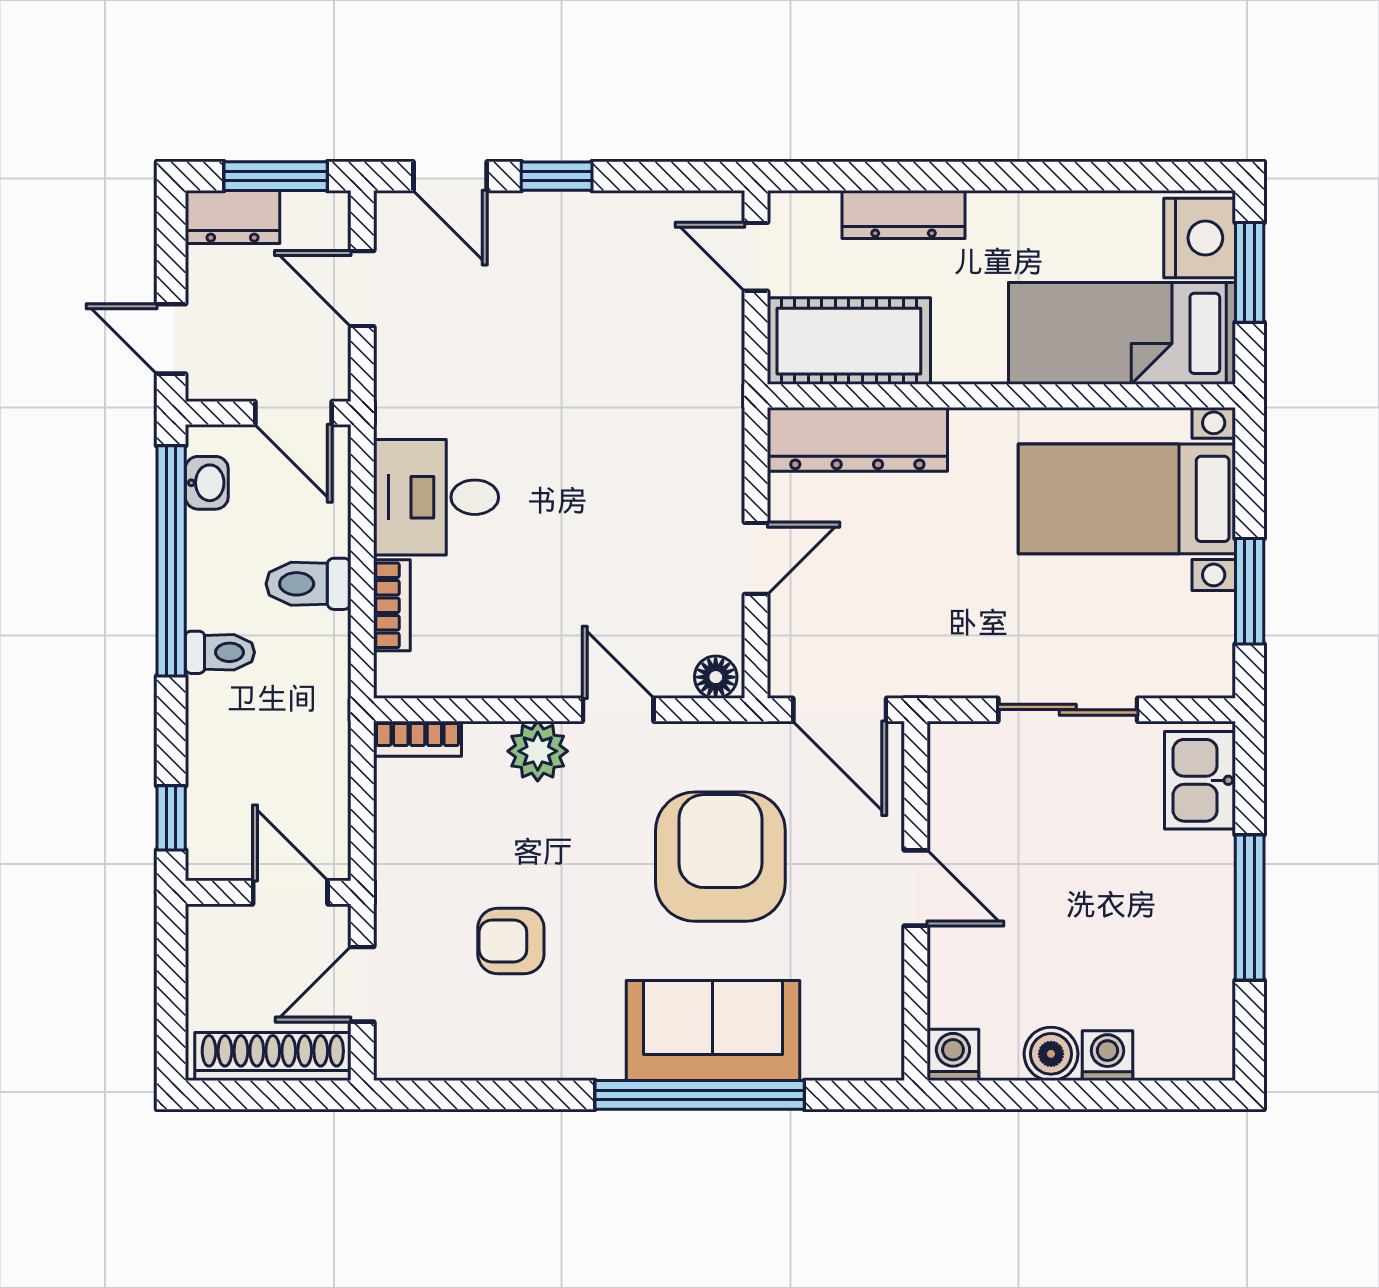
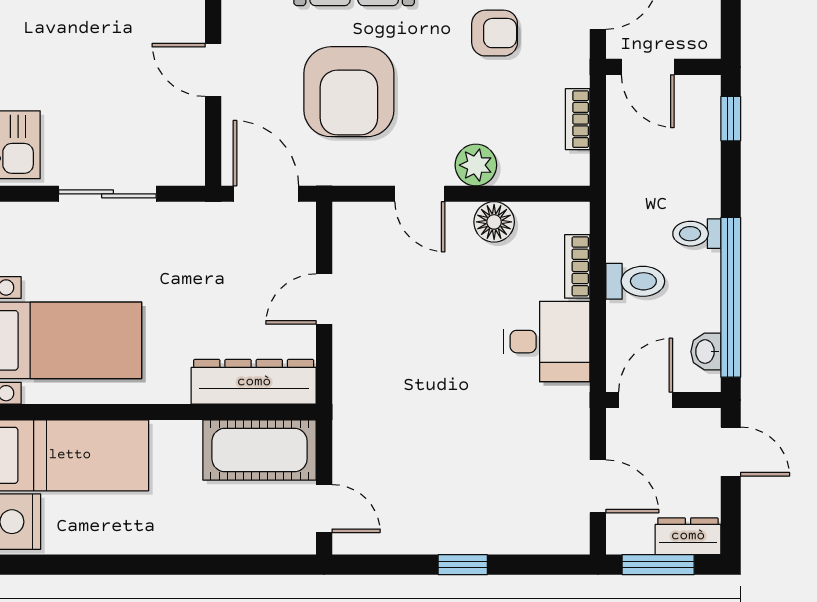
door: (450, 176) -> (537, 565), removed
dresser: (904, 214) -> (222, 538), removed
door: (293, 413) -> (646, 400), hinge flipped
floor lamp: (716, 677) -> (494, 222), moved, width x1.37, depth x1.37
bookcase: (418, 739) -> (578, 119), moved, turned -90

